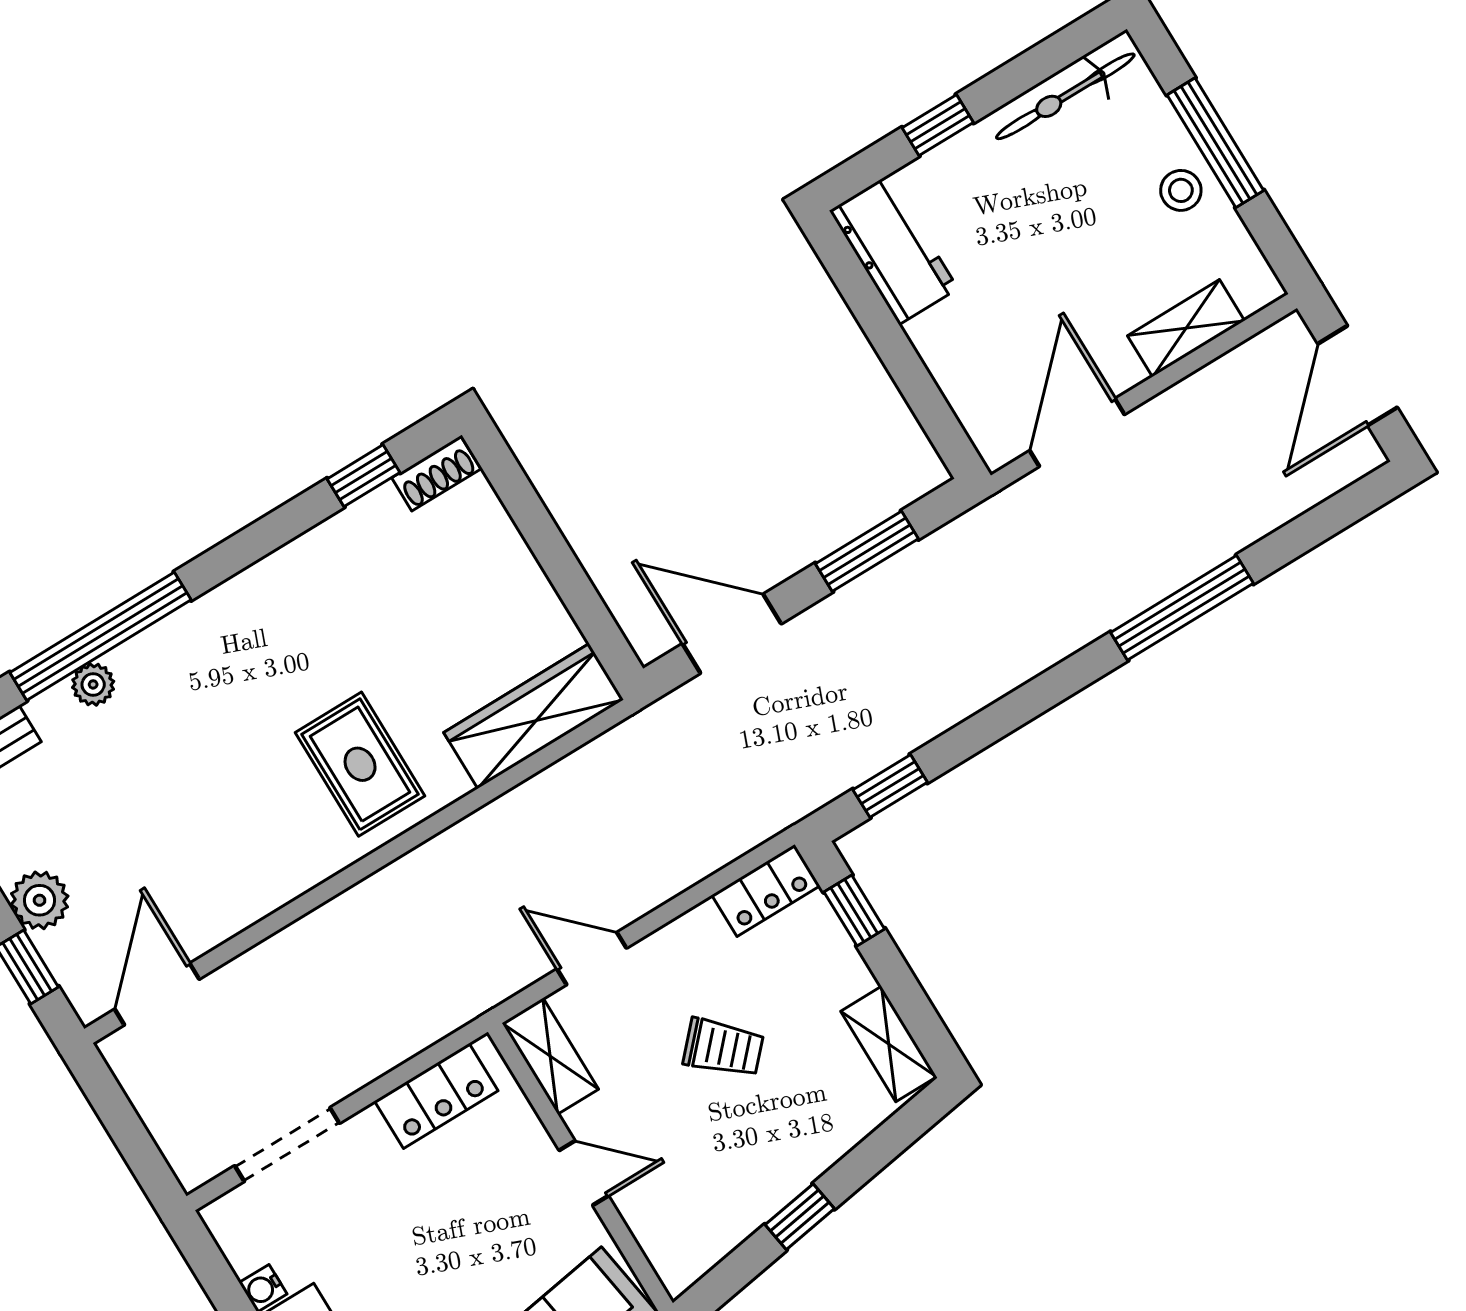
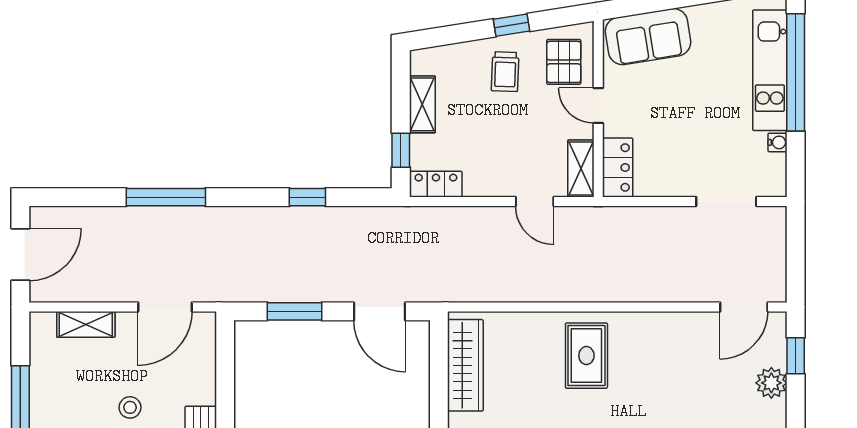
stool: (1181, 190) -> (130, 407), moved
wardrobe: (534, 716) -> (465, 365), moved, turned -90
window: (890, 786) -> (307, 197), moved
shelving: (889, 1044) -> (422, 104), moved
trolley: (723, 1048) -> (505, 72), moved, turned -131
locker: (436, 1096) -> (618, 168), moved, turned 90
pallet: (681, 1209) -> (564, 62), added

